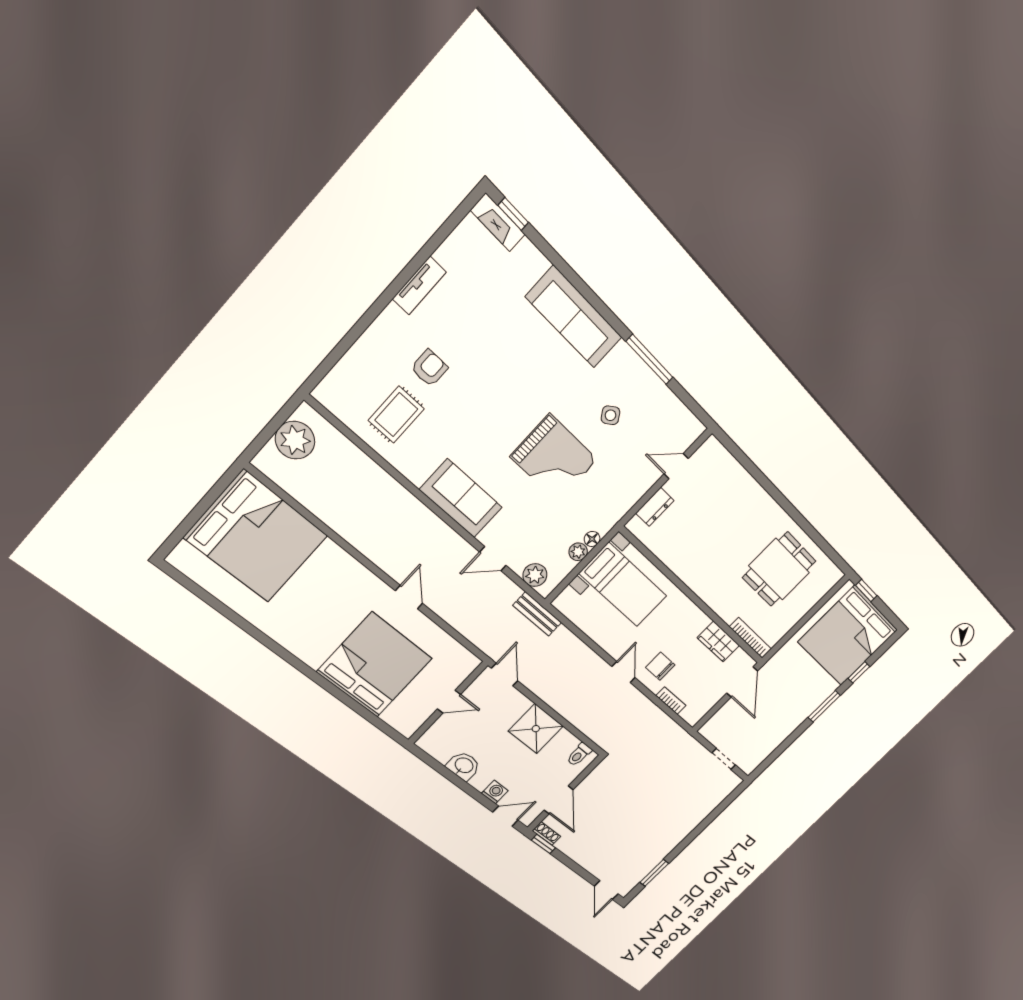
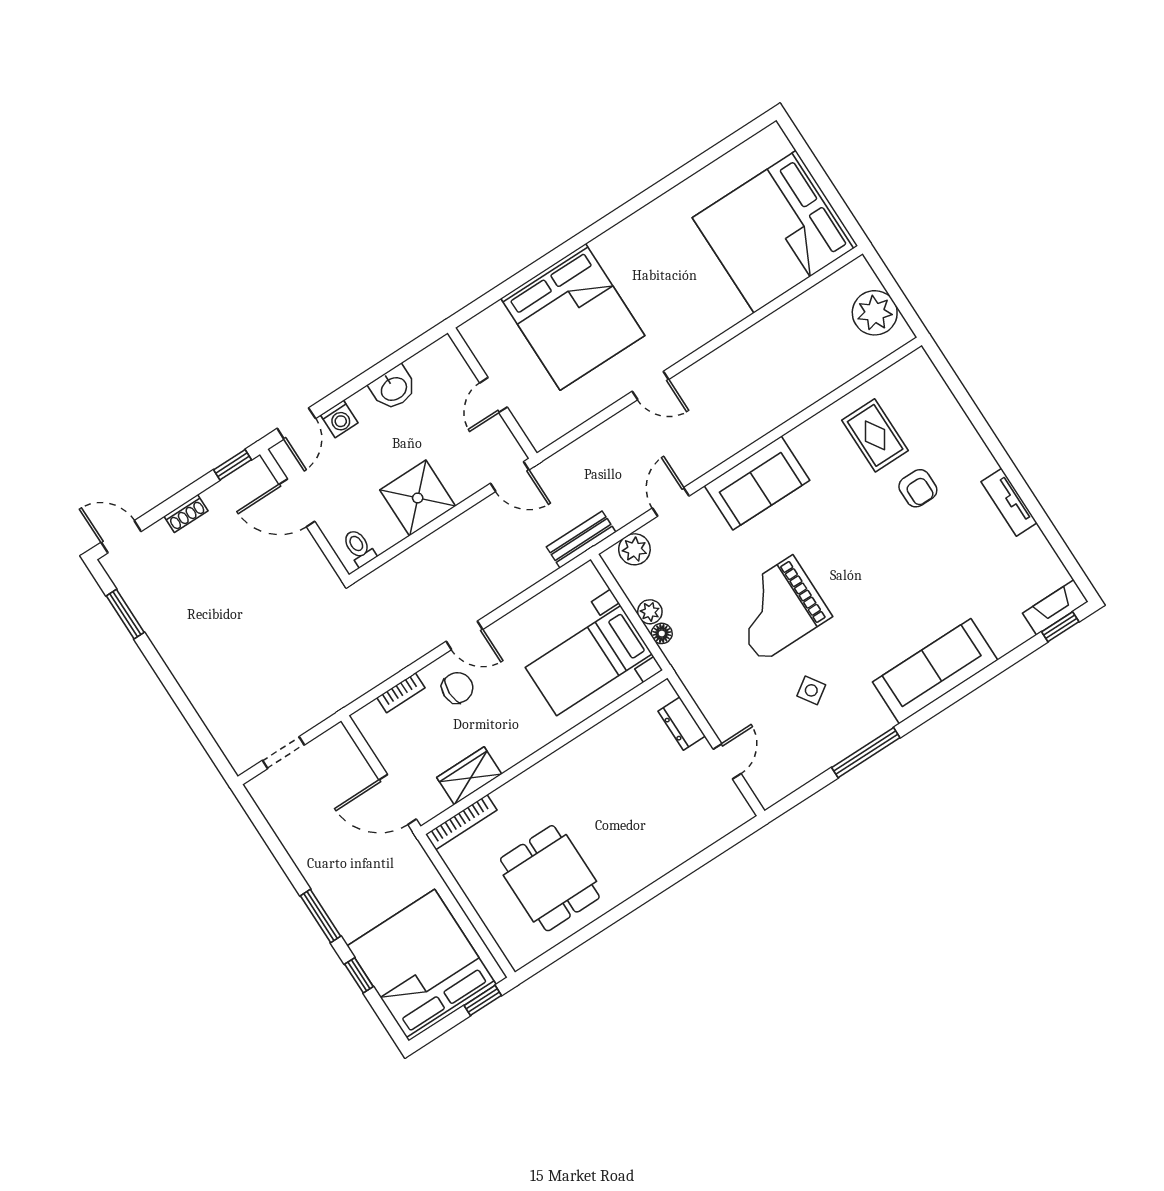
shoe rack: (547, 834) -> (186, 514), moved

